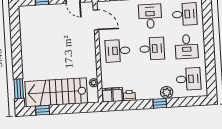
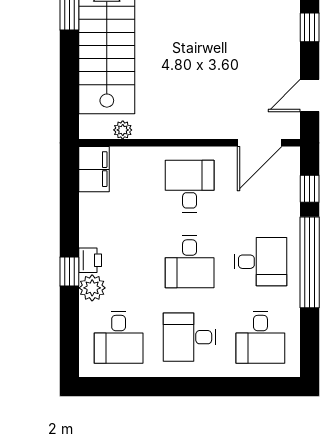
printer: (129, 96) -> (90, 260), moved

